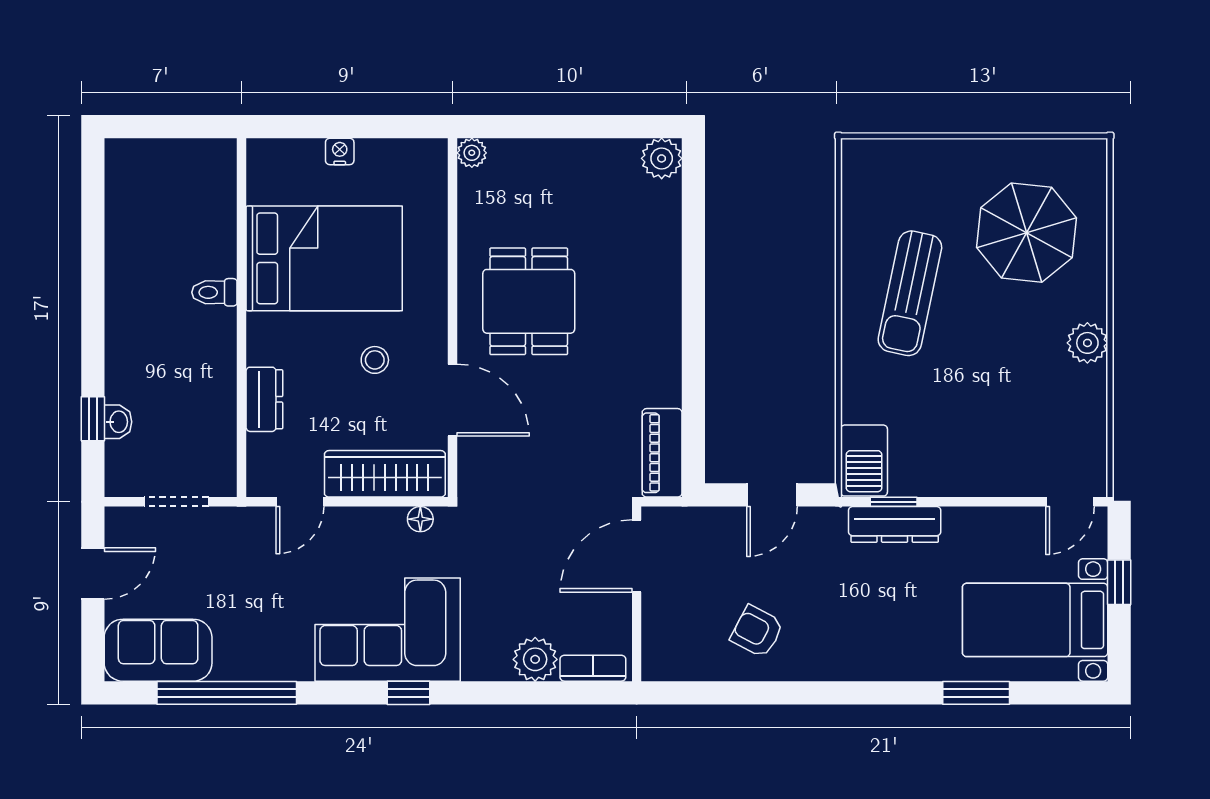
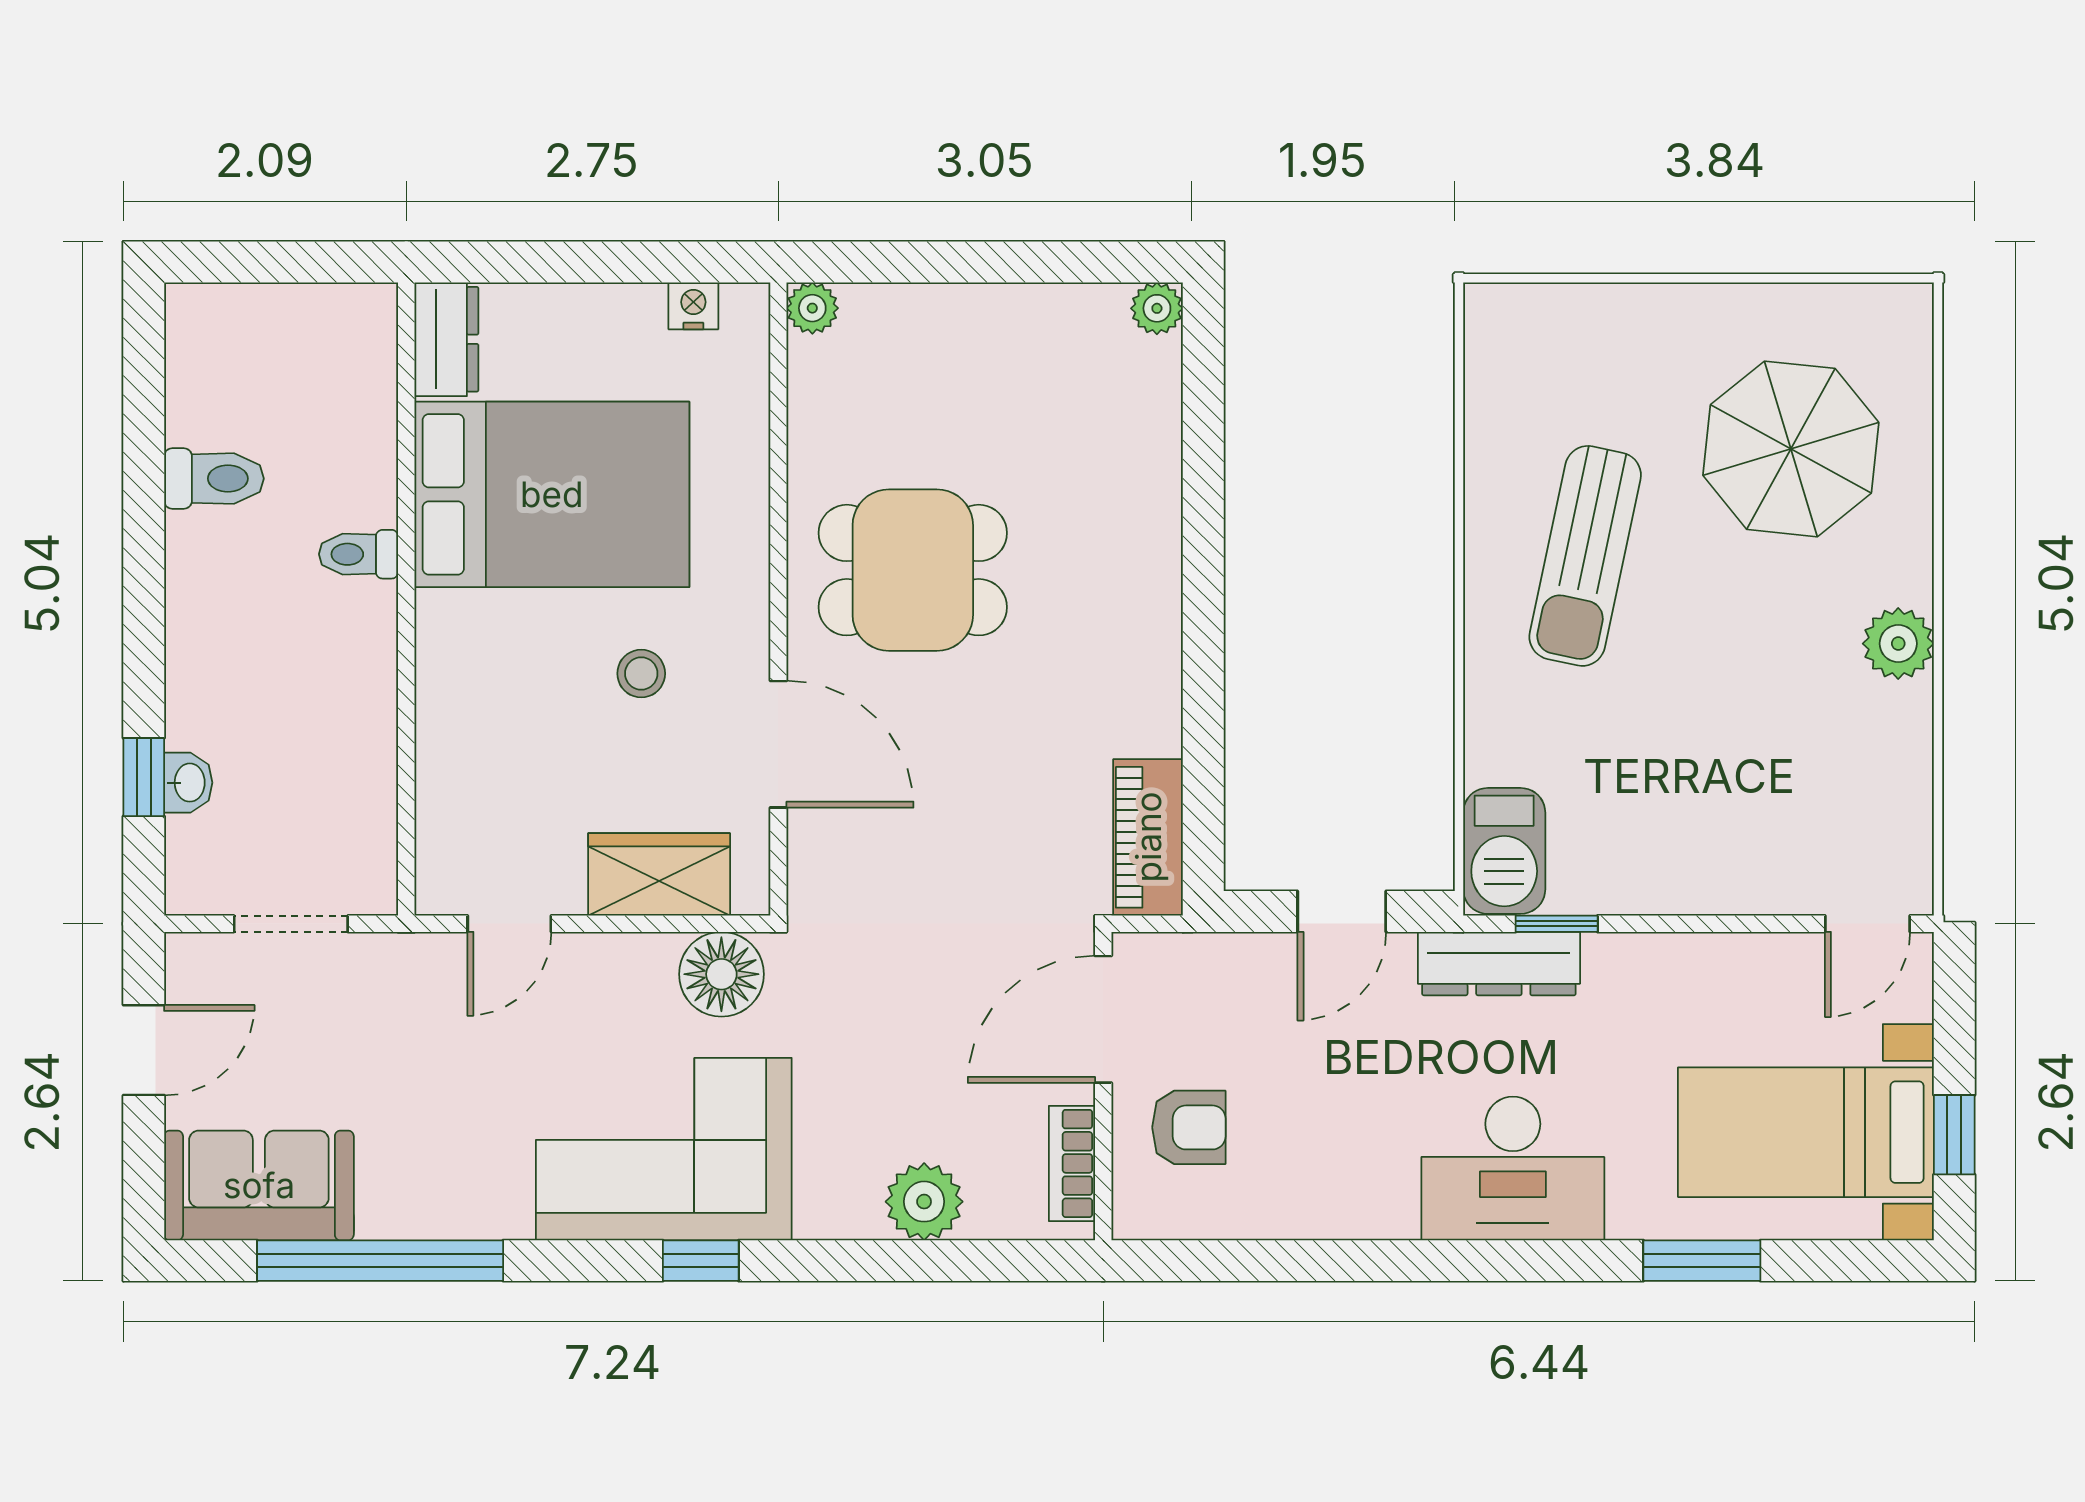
nightstand: (340, 151) -> (693, 306), moved
plant: (662, 158) -> (1157, 308), width x0.73, depth x0.73
toilet: (133, 249) -> (214, 479), added
dining table: (529, 301) -> (913, 570), turned 90
dresser: (264, 399) -> (446, 339), moved
wardrobe: (385, 474) -> (659, 874), width x0.67
floor lamp: (420, 519) -> (721, 974), width x1.89, depth x1.89
dresser: (895, 524) -> (1499, 964), moved
window: (1119, 582) -> (1954, 1135), moved
armchair: (757, 631) -> (1189, 1127), moved, turned 152
desk: (869, 641) -> (1513, 1168), added
bookcase: (593, 668) -> (1072, 1163), moved, turned -90

